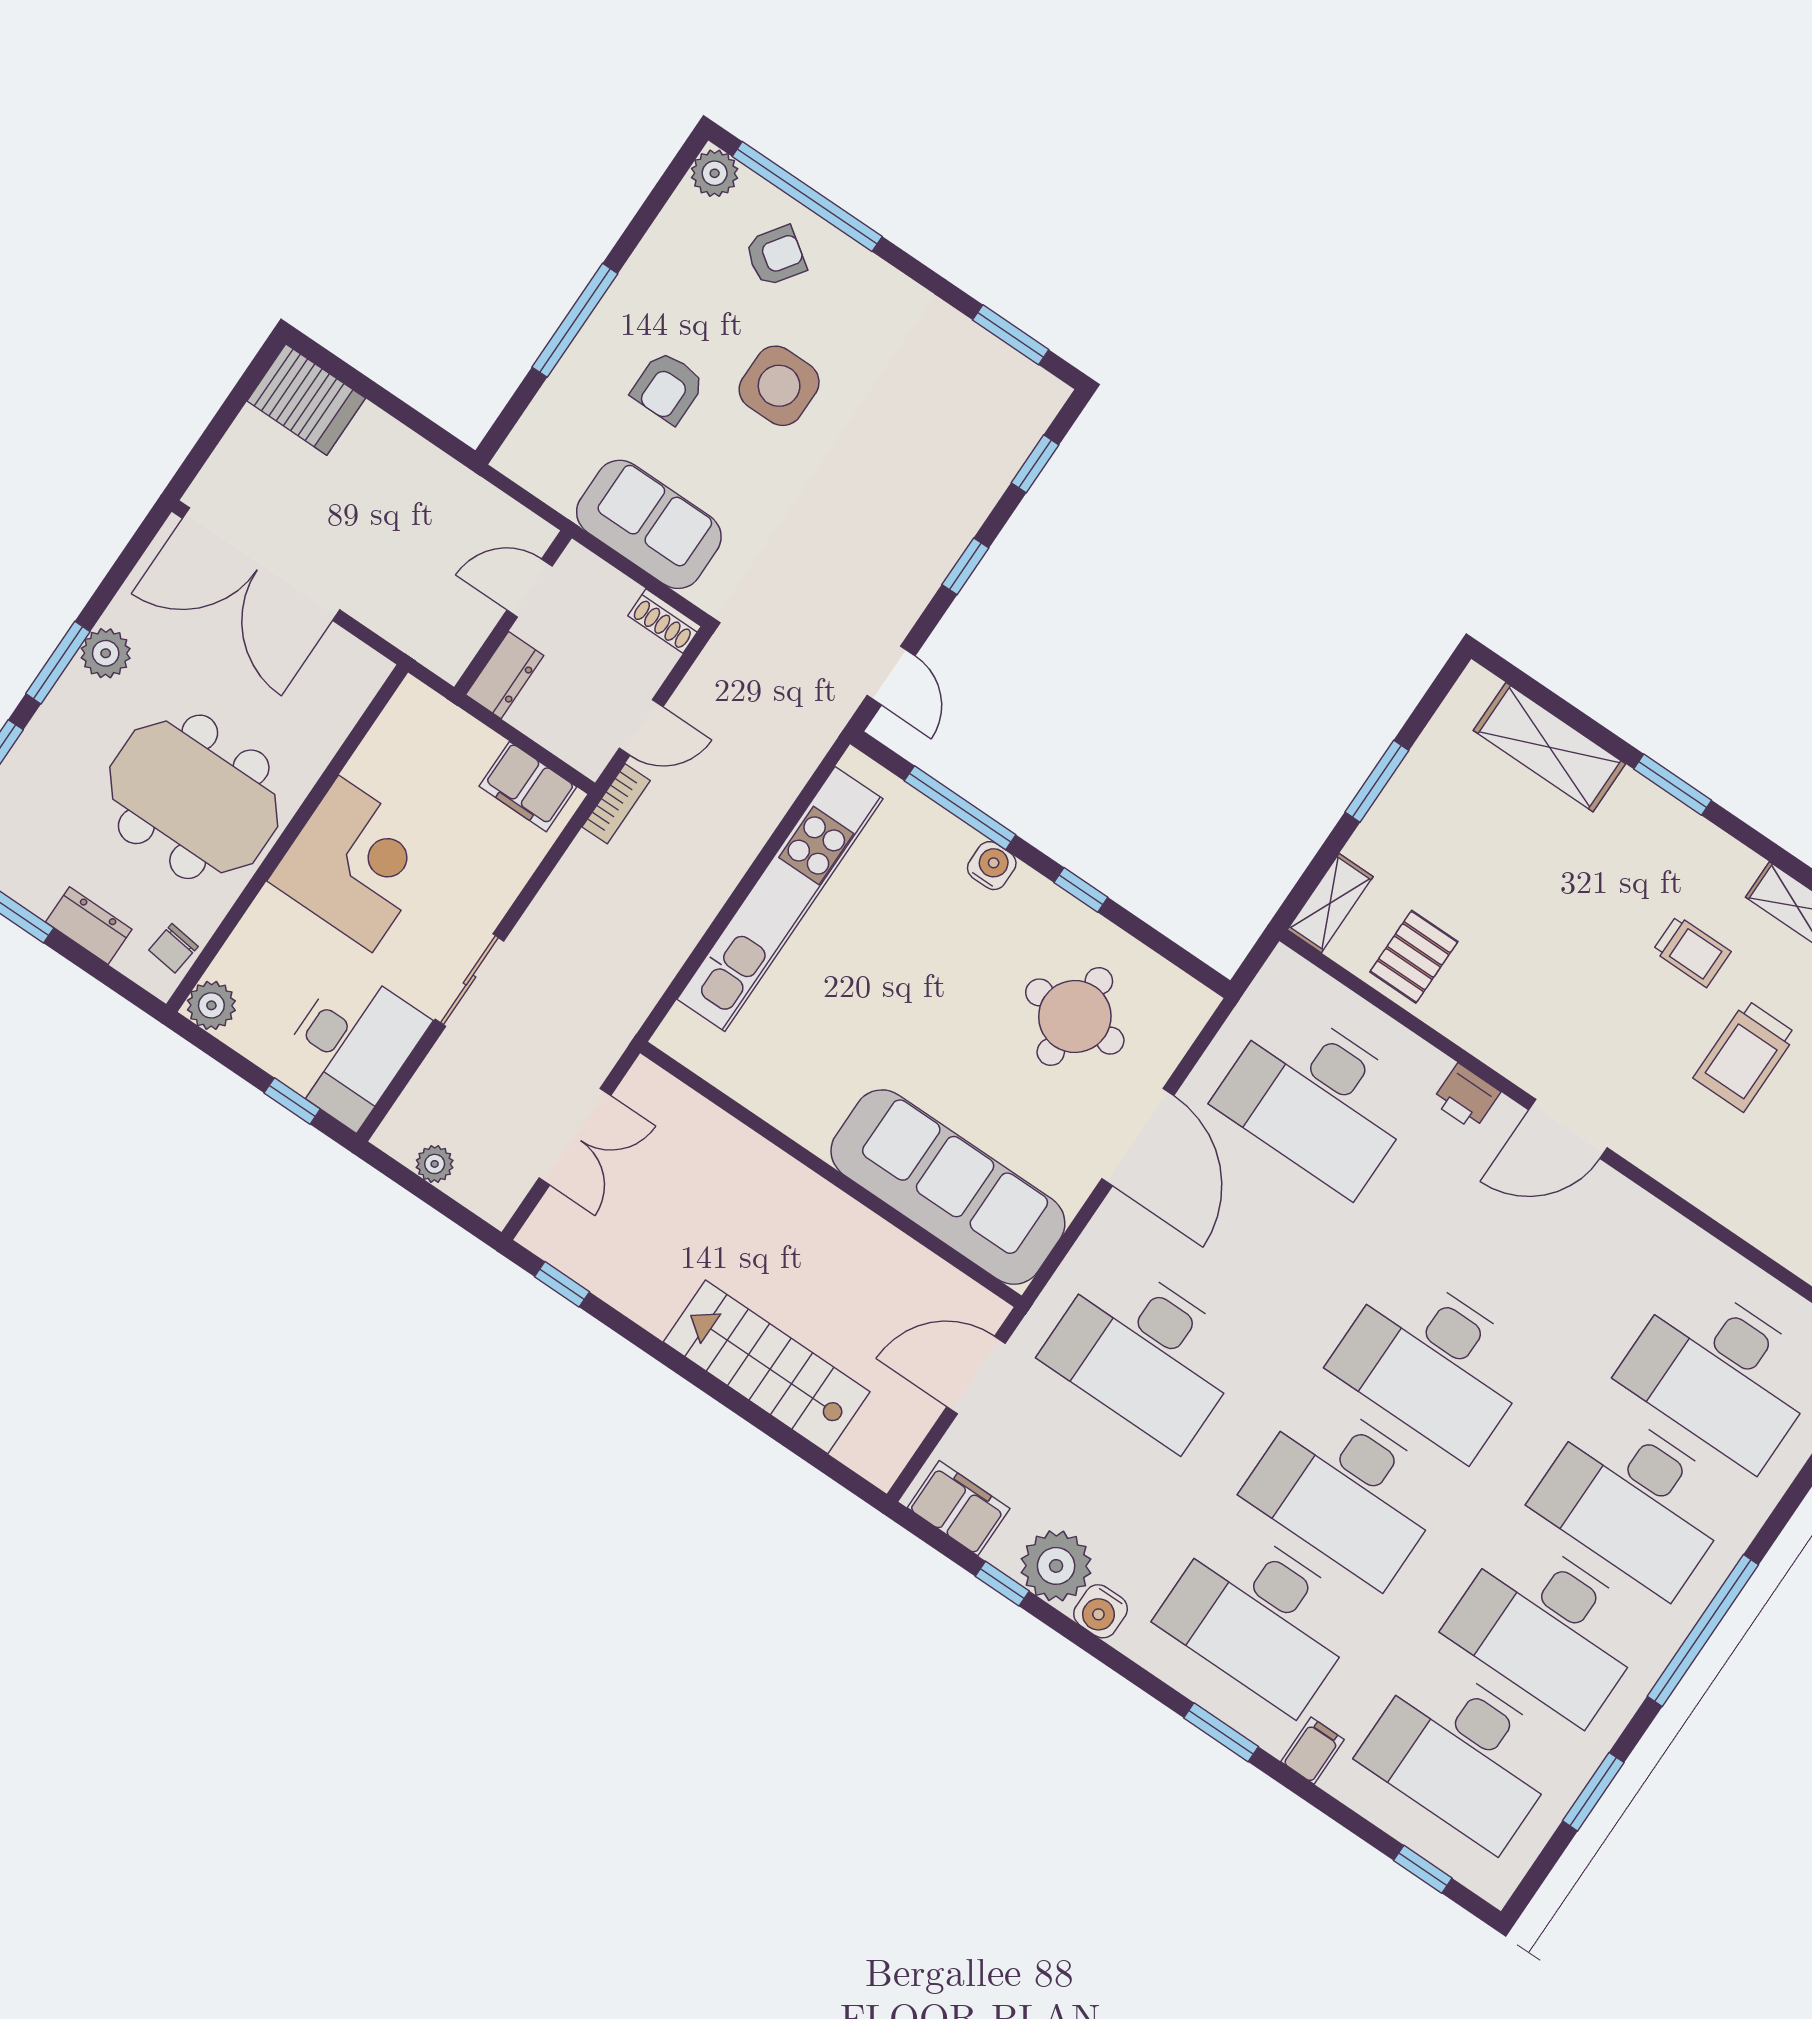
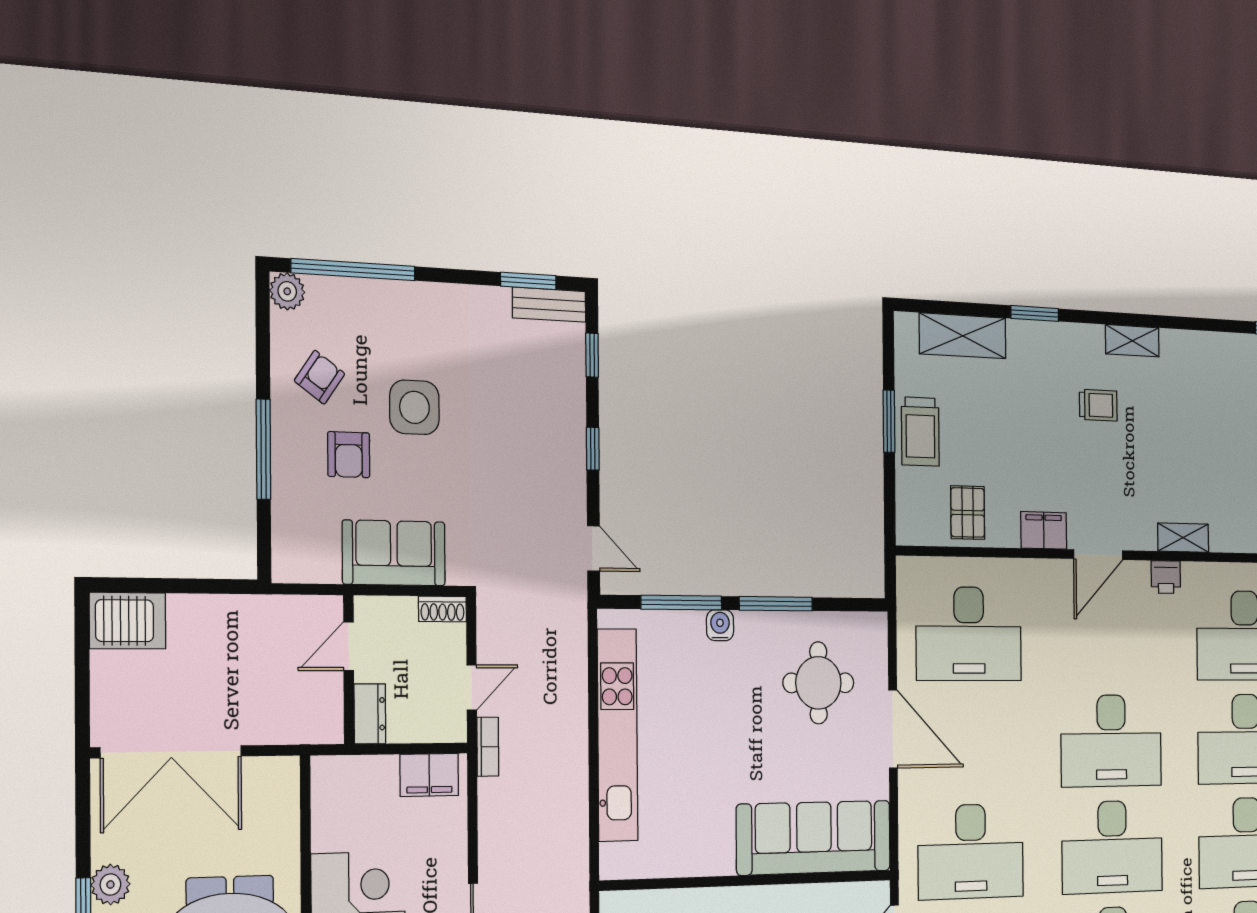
armchair: (776, 256) -> (320, 377), moved
bench: (1019, 376) -> (549, 305), added
window: (1081, 890) -> (776, 604), width x2.17
shelving: (1330, 903) -> (1183, 538), moved, turned 90
filing cabinet: (1508, 1048) -> (1044, 530), added
trolley: (1745, 1056) -> (920, 432), moved
printer: (1466, 1097) -> (1166, 577), moved

